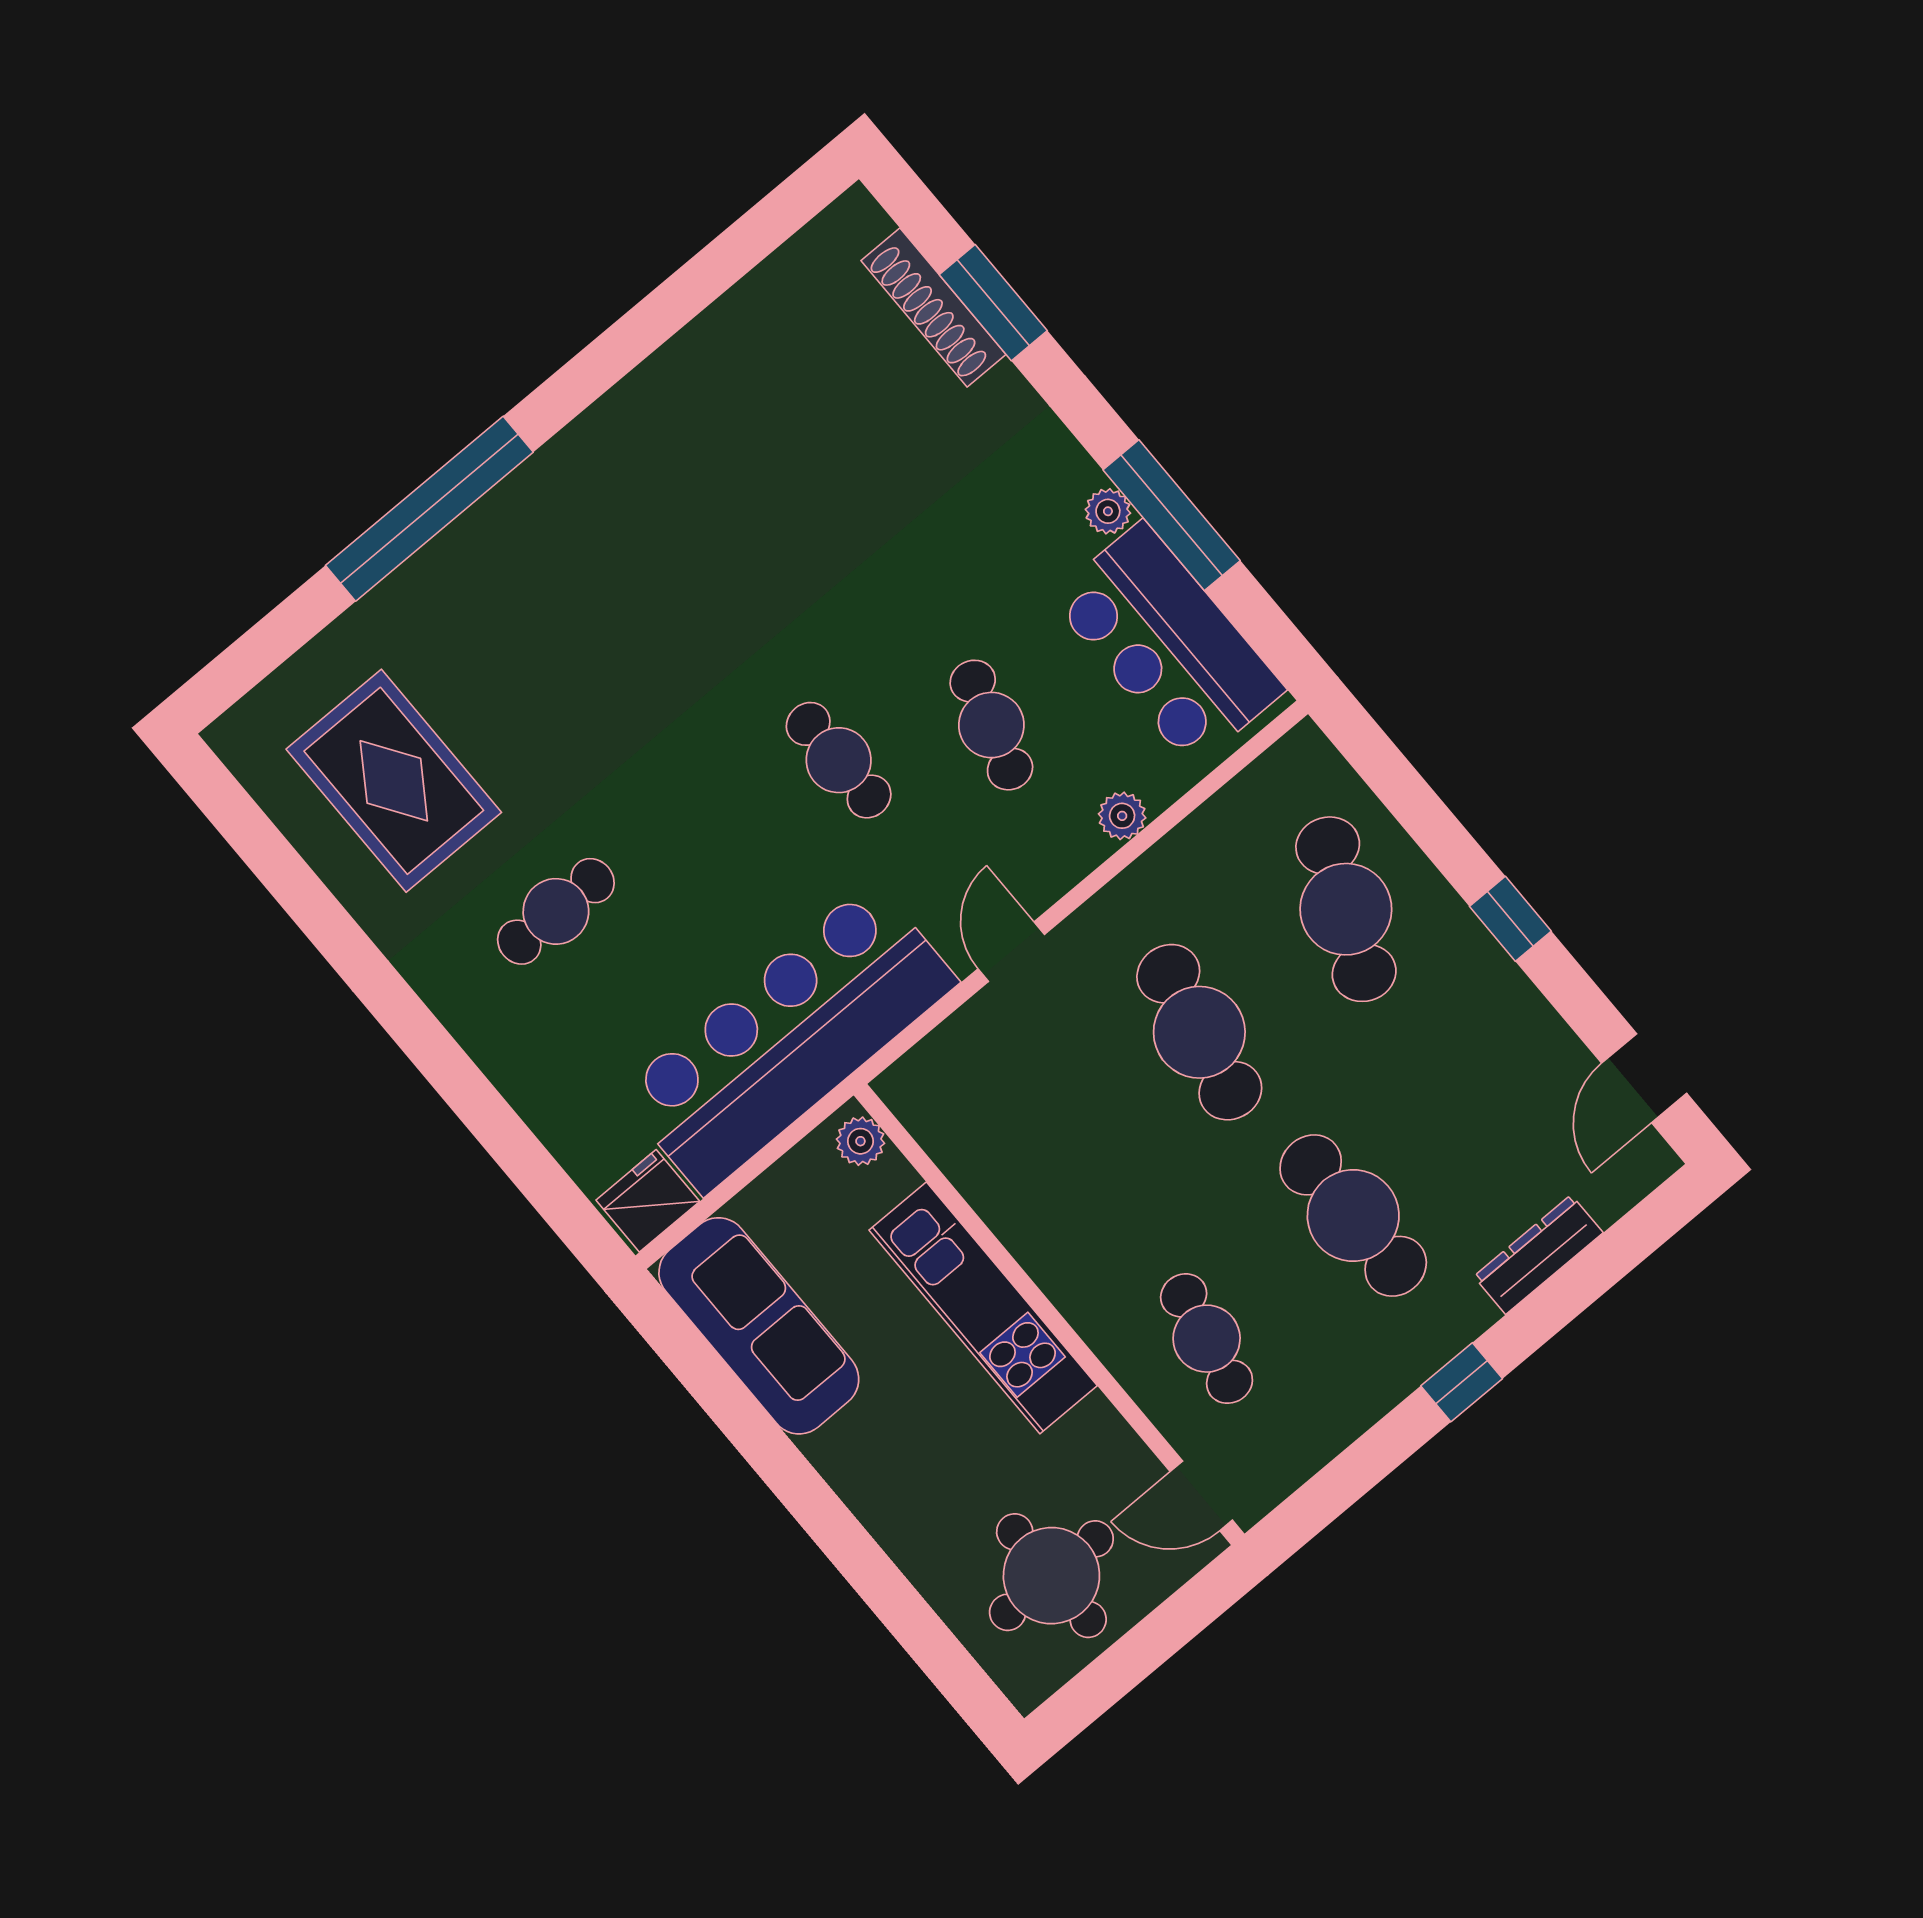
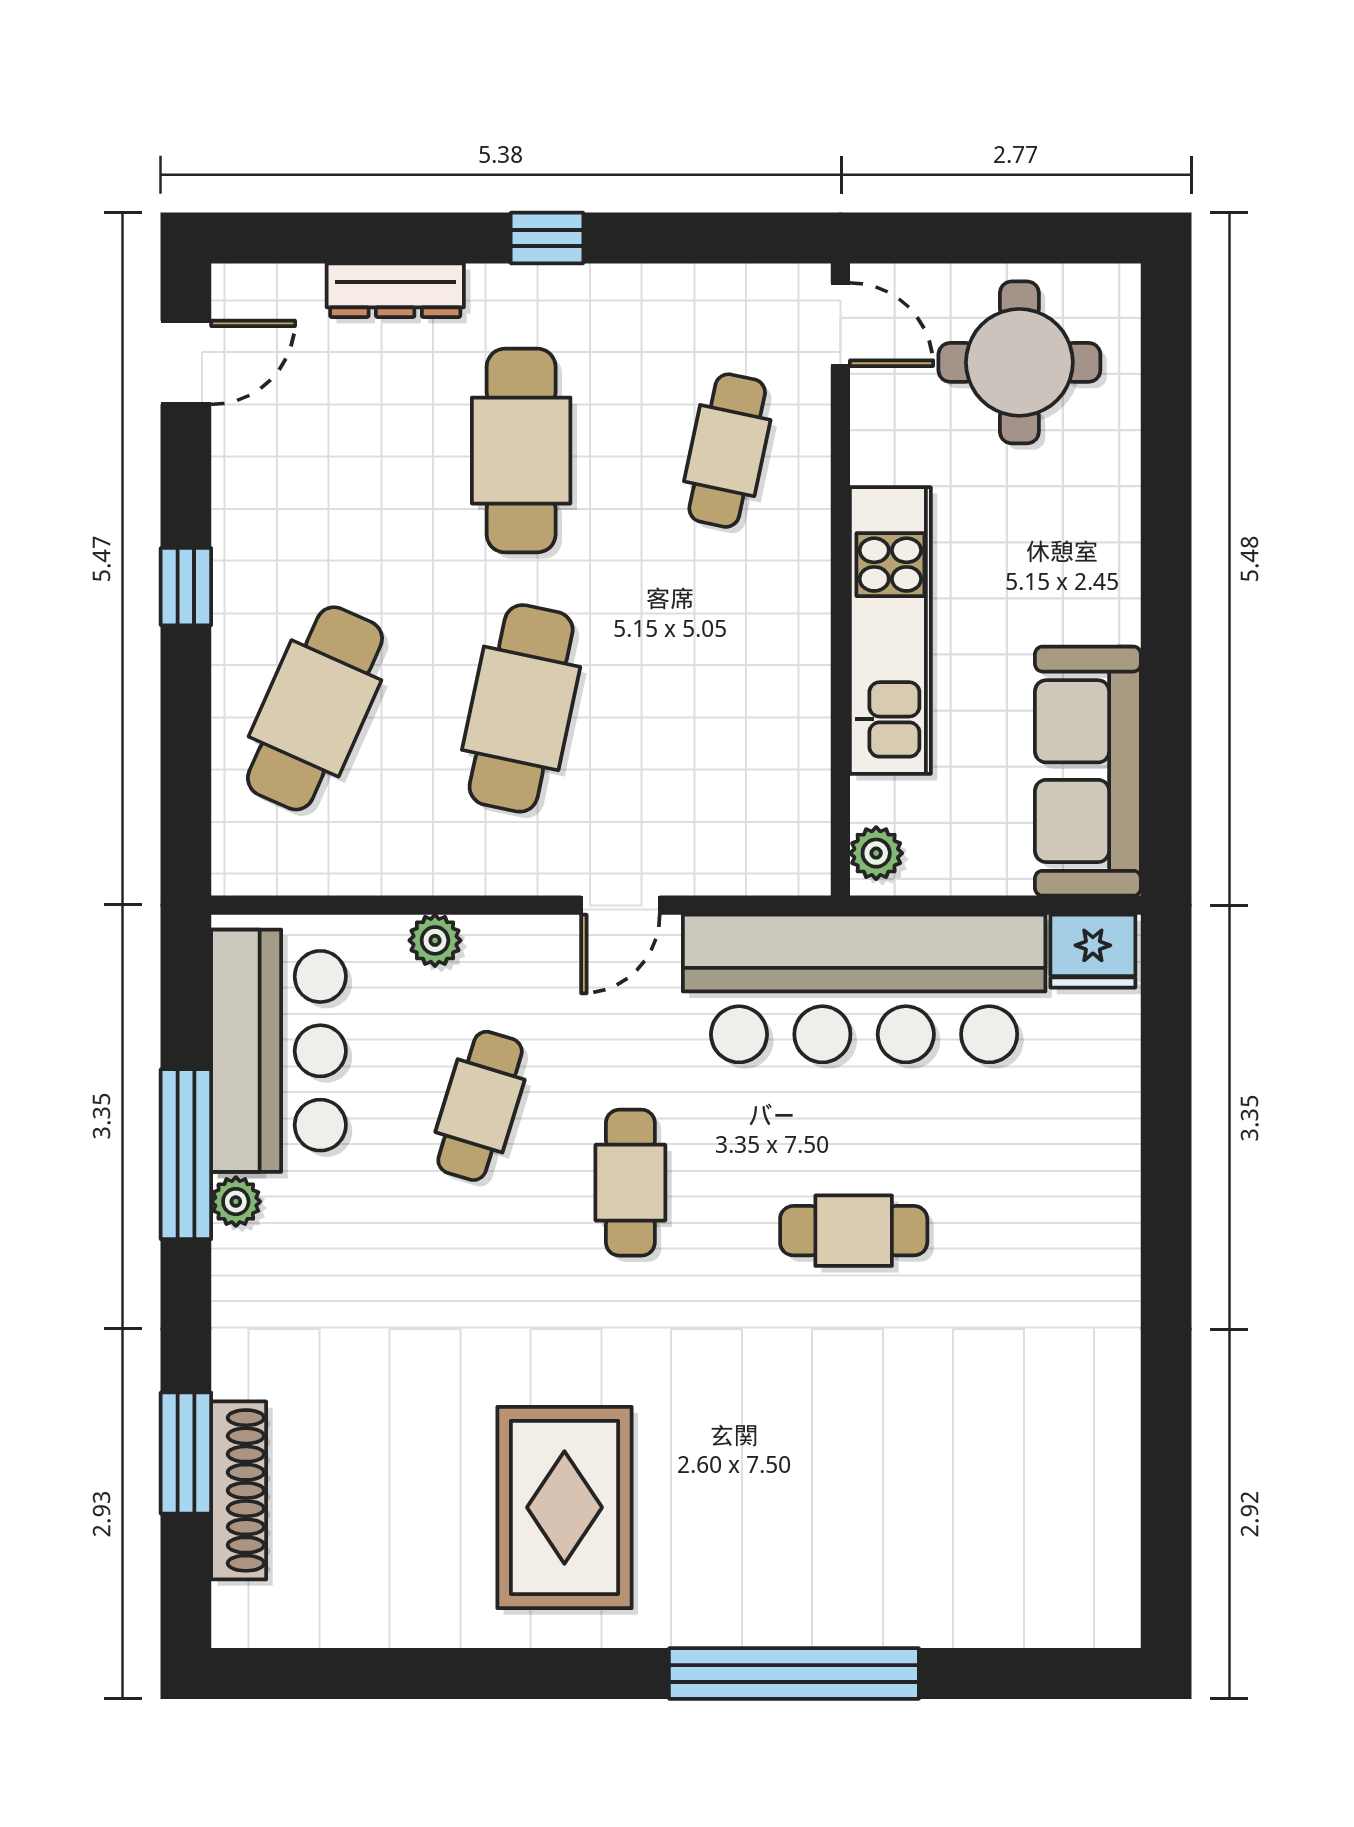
rug: (394, 781) -> (564, 1507), moved
cafe table: (556, 911) -> (854, 1231), moved

